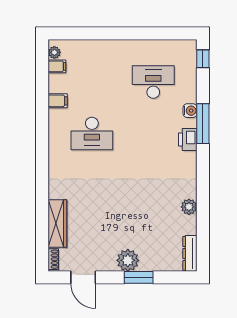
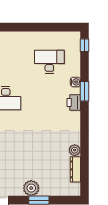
window: (203, 124) -> (84, 91), width x0.69
dresser: (190, 253) -> (75, 169), moved

